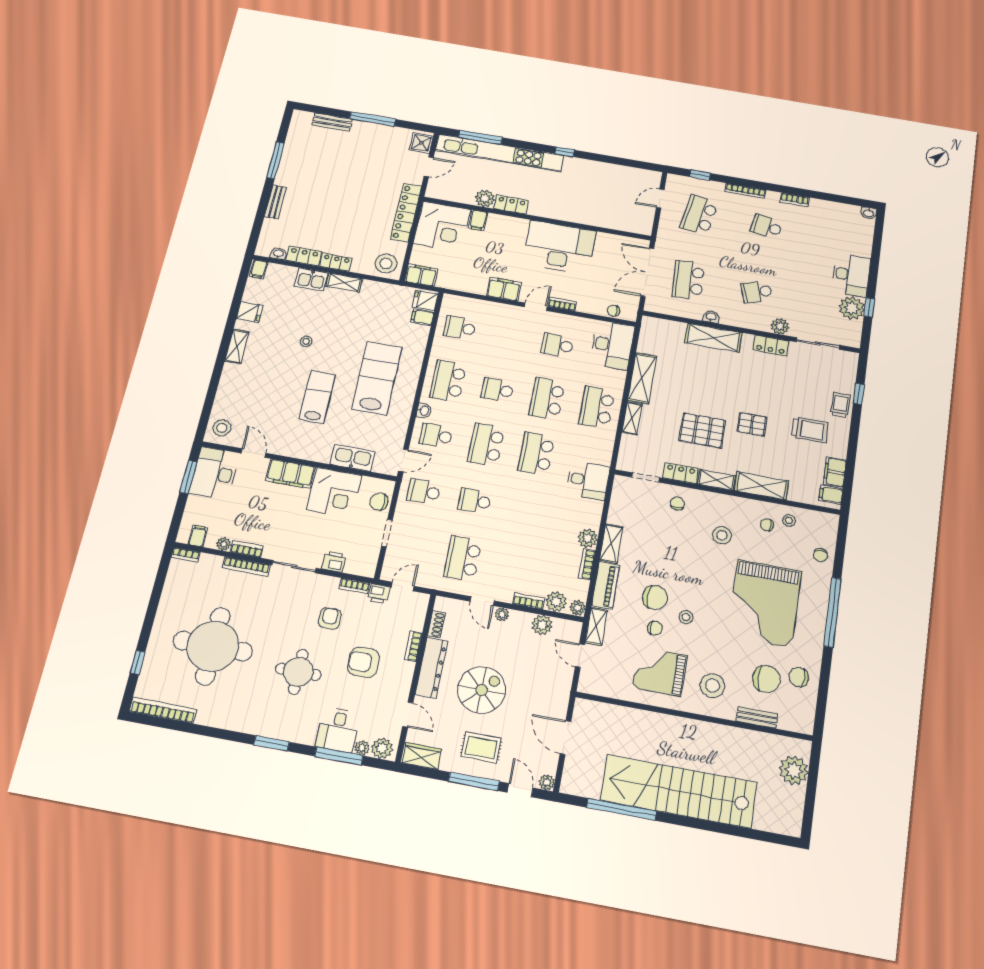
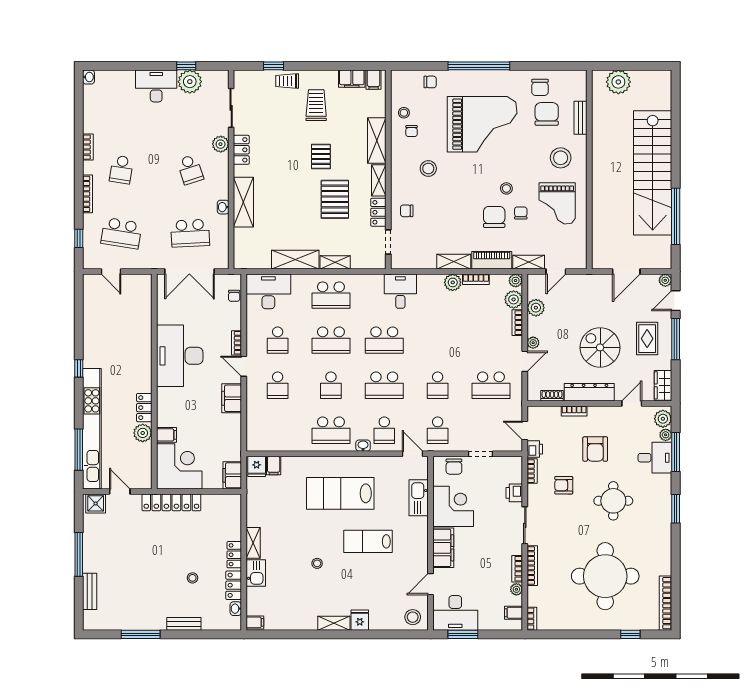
stool: (386, 263) -> (192, 578), moved, width x0.53, depth x0.53
fridge: (250, 312) -> (360, 620), moved
school desk: (460, 328) -> (278, 385), moved

